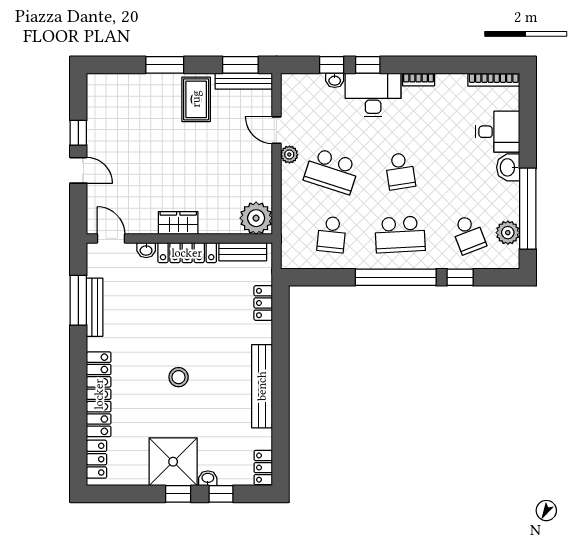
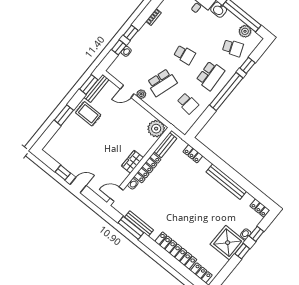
desk: (373, 95) -> (145, 41), removed
stool: (179, 377) -> (195, 213), removed

